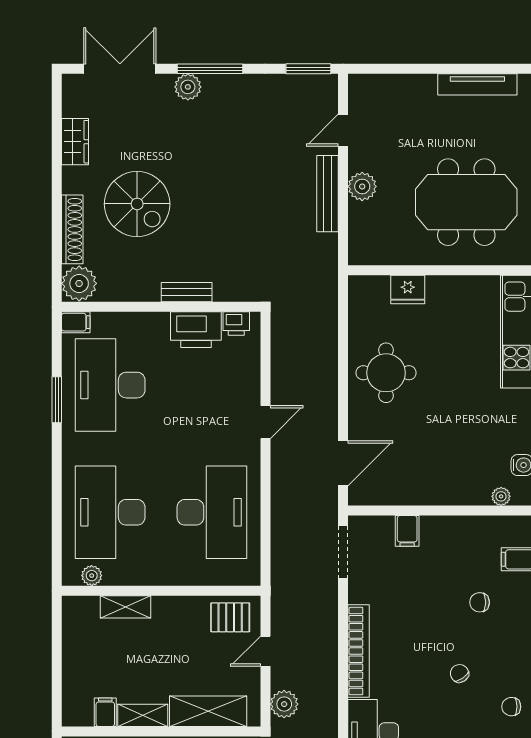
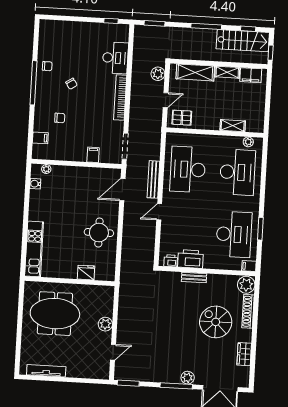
bench: (328, 194) -> (153, 179), moved
filing cabinet: (105, 712) -> (251, 75), width x2.00

